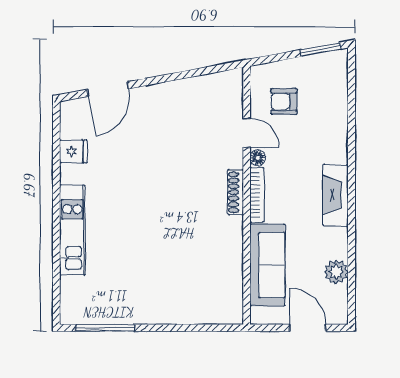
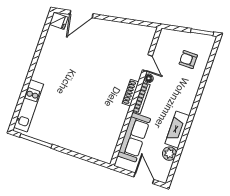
armchair: (284, 102) -> (188, 60), moved
fridge: (73, 151) -> (59, 21), moved
fireplace: (336, 195) -> (177, 130), moved
kitchen unit: (72, 230) -> (29, 106), moved

